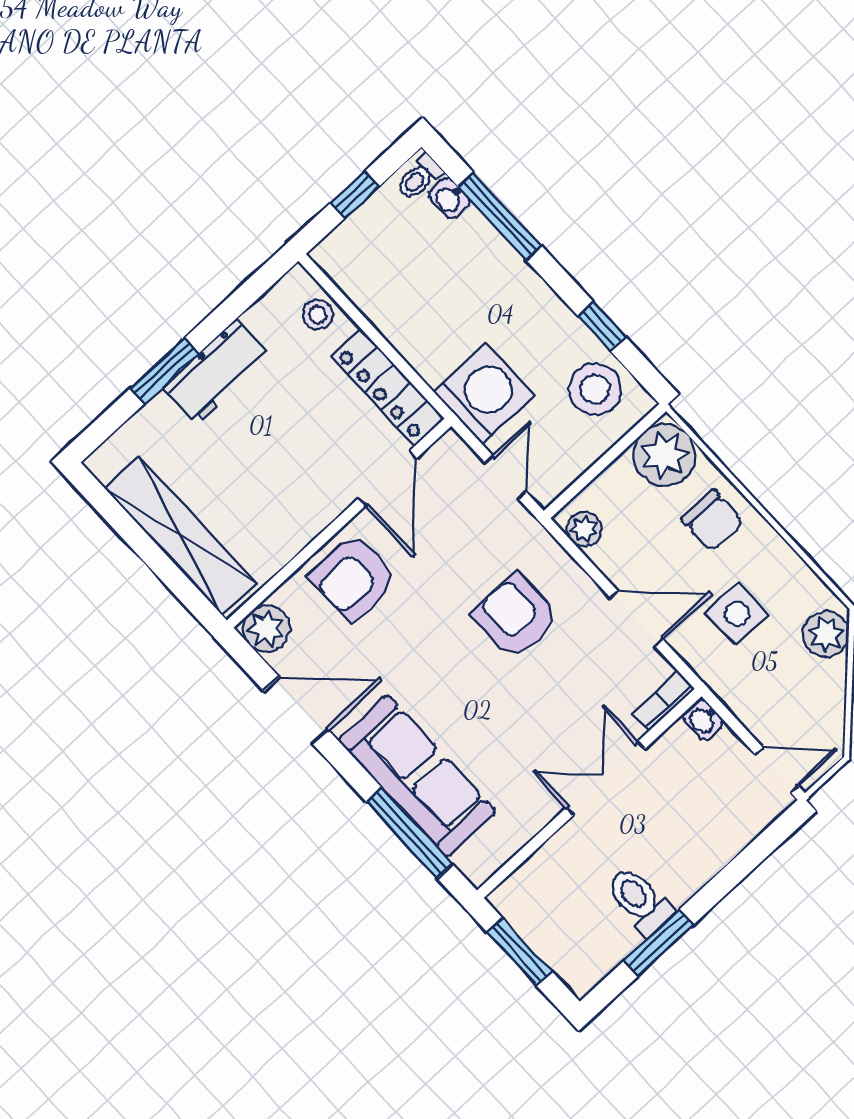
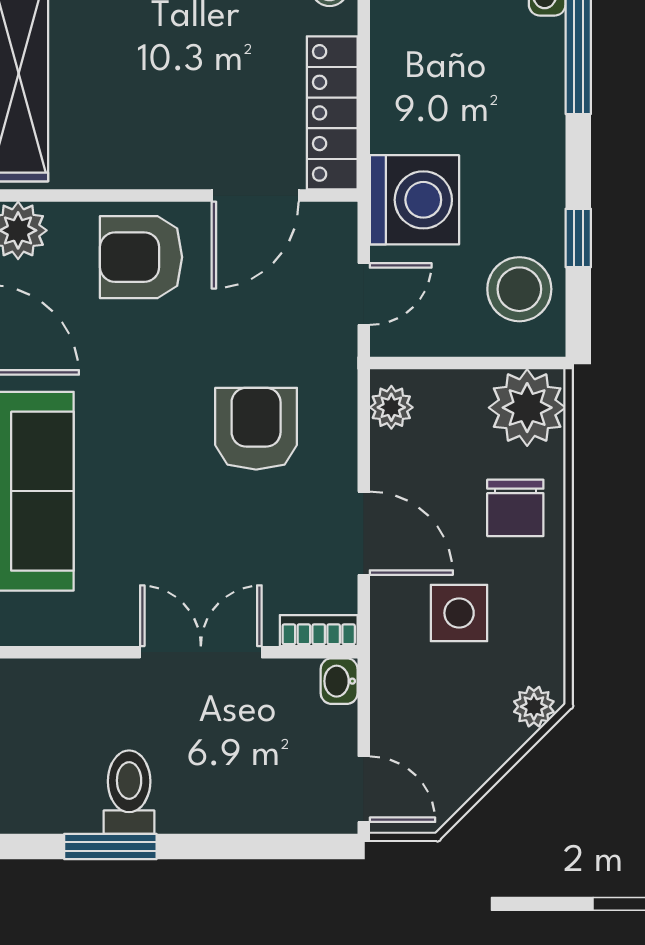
plant: (826, 634) -> (534, 707), width x0.73, depth x0.73

